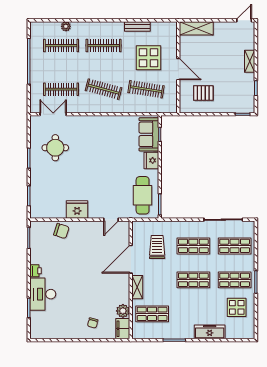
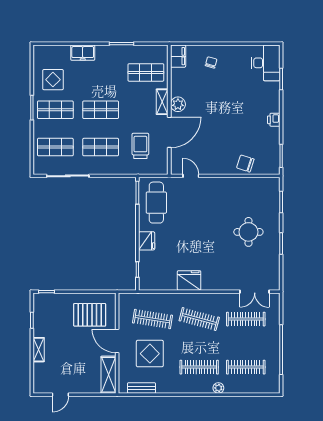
door: (244, 20) -> (60, 395), moved
plant: (66, 26) -> (218, 388), moved
bench: (137, 26) -> (141, 388), moved
shelving: (196, 28) -> (108, 375), moved, turned 90
pallet: (203, 93) -> (90, 315), width x1.50, depth x1.42
sofa: (149, 134) -> (149, 269), removed
round table: (55, 148) -> (248, 232), moved
fridge: (77, 209) -> (189, 280), moved, turned 180
door: (111, 220) -> (191, 176), hinge flipped
trolley: (157, 247) -> (140, 146), turned 180
desk: (43, 294) -> (266, 63), moved
plant: (123, 311) -> (178, 104), moved
freezer: (210, 332) -> (83, 53), width x0.71

